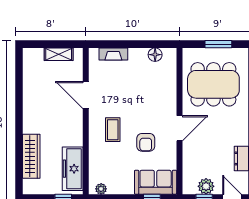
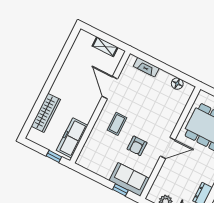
plant: (101, 189) -> (86, 164), removed

